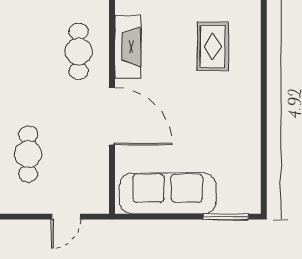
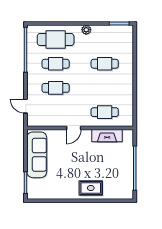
rug: (213, 46) -> (91, 188), moved
door: (112, 116) -> (74, 128), width x0.53

